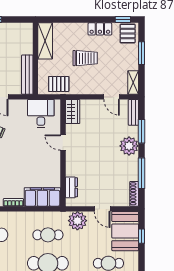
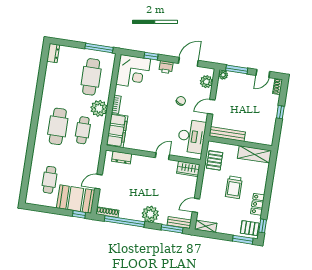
window: (142, 53) -> (243, 240), moved
desk: (41, 114) -> (192, 136), width x1.37
window: (142, 131) -> (172, 229), moved
window: (142, 173) -> (124, 221), width x1.46
plant: (77, 221) -> (99, 108), moved
window: (142, 236) -> (79, 214), moved

